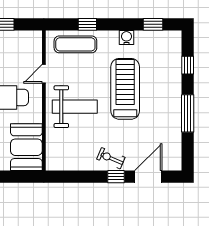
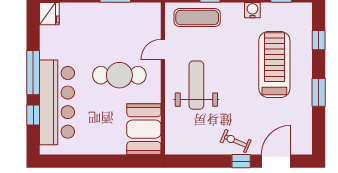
treadmill: (125, 89) -> (274, 64), moved
weight bench: (75, 107) -> (196, 85), turned -90
window: (188, 113) -> (319, 92), width x0.69

